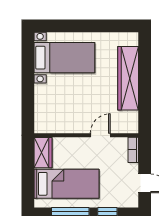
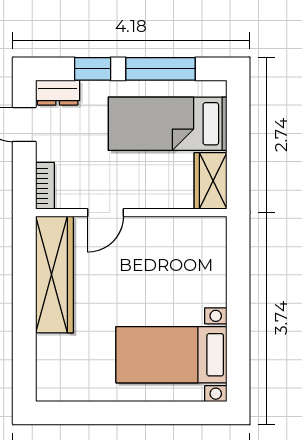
wardrobe: (128, 78) -> (54, 274), moved
dresser: (126, 201) -> (58, 93), added

